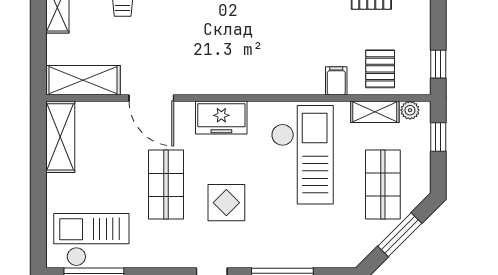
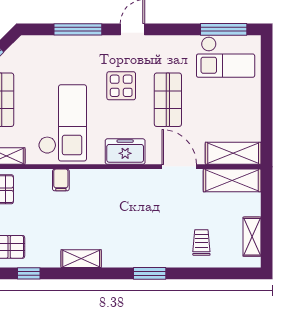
filing cabinet: (336, 81) -> (61, 180), moved
shelving: (60, 137) -> (233, 153), moved, turned 90
checkout: (302, 155) -> (62, 123), turned 180

